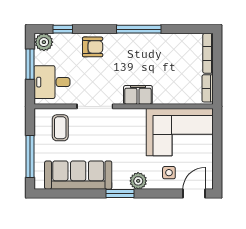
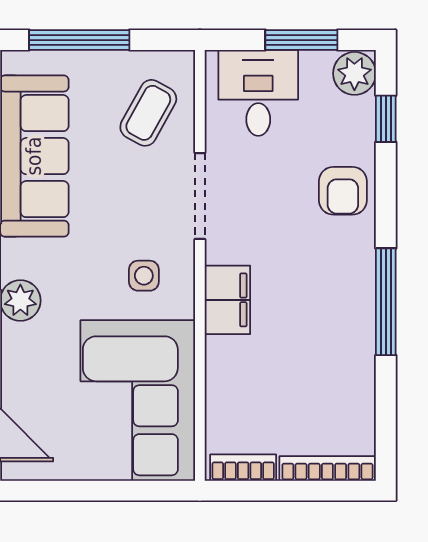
coffee table: (60, 128) -> (148, 113), turned -61
side table: (169, 173) -> (144, 276), moved

